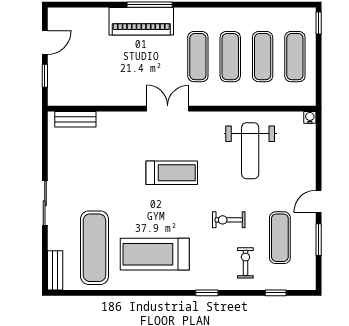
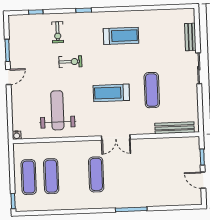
piano: (141, 21) -> (137, 197), removed
door: (45, 43) -> (203, 180), hinge flipped
exercise mat: (230, 57) -> (74, 175), removed
bench: (75, 119) -> (175, 128), width x1.36
exercise mat: (280, 238) -> (34, 51), removed
exercise mat: (94, 248) -> (152, 90), moved, width x0.73, depth x0.69
treadmill: (155, 254) -> (121, 36), width x0.73, depth x0.73
bench: (55, 270) -> (190, 37), moved

